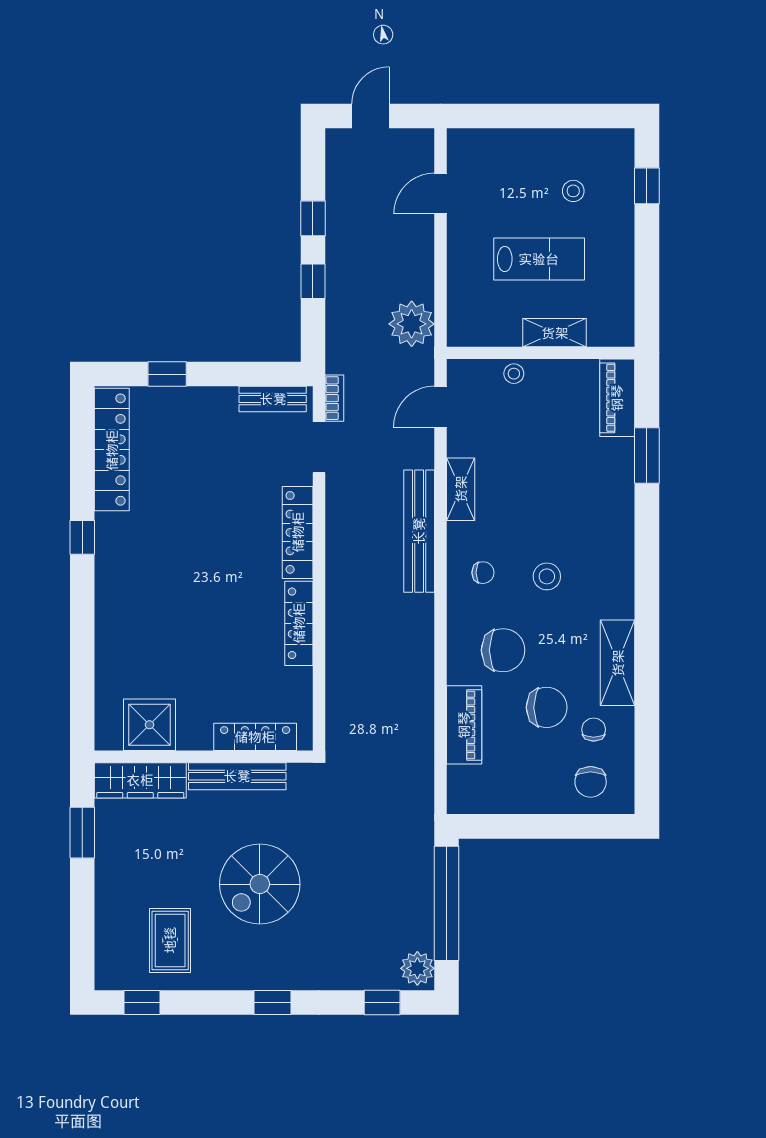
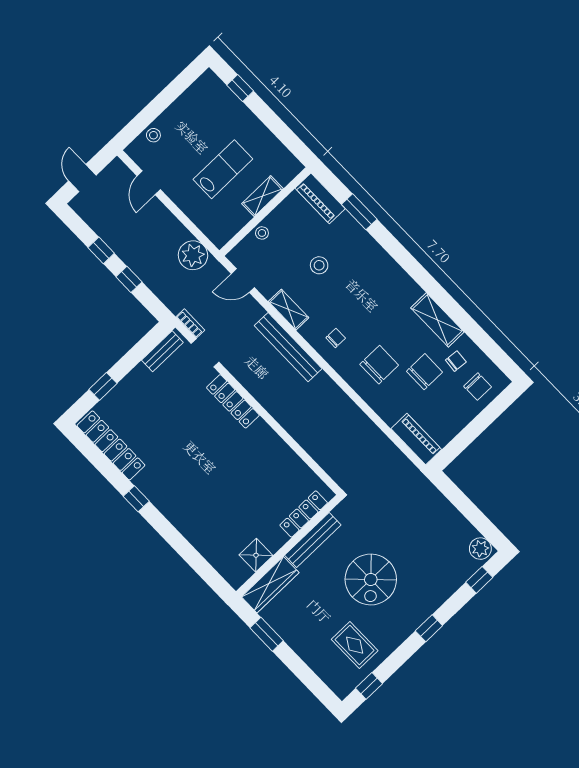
stool: (573, 191) -> (153, 135), moved
door: (440, 407) -> (243, 281), hinge flipped
stool: (547, 576) -> (319, 265), moved
locker: (299, 623) -> (274, 443), removed
shower: (149, 725) -> (256, 555), width x0.73, depth x0.73
piano: (464, 725) -> (416, 439), moved
chair: (594, 730) -> (456, 361), turned 95
window: (447, 903) -> (465, 506), removed

